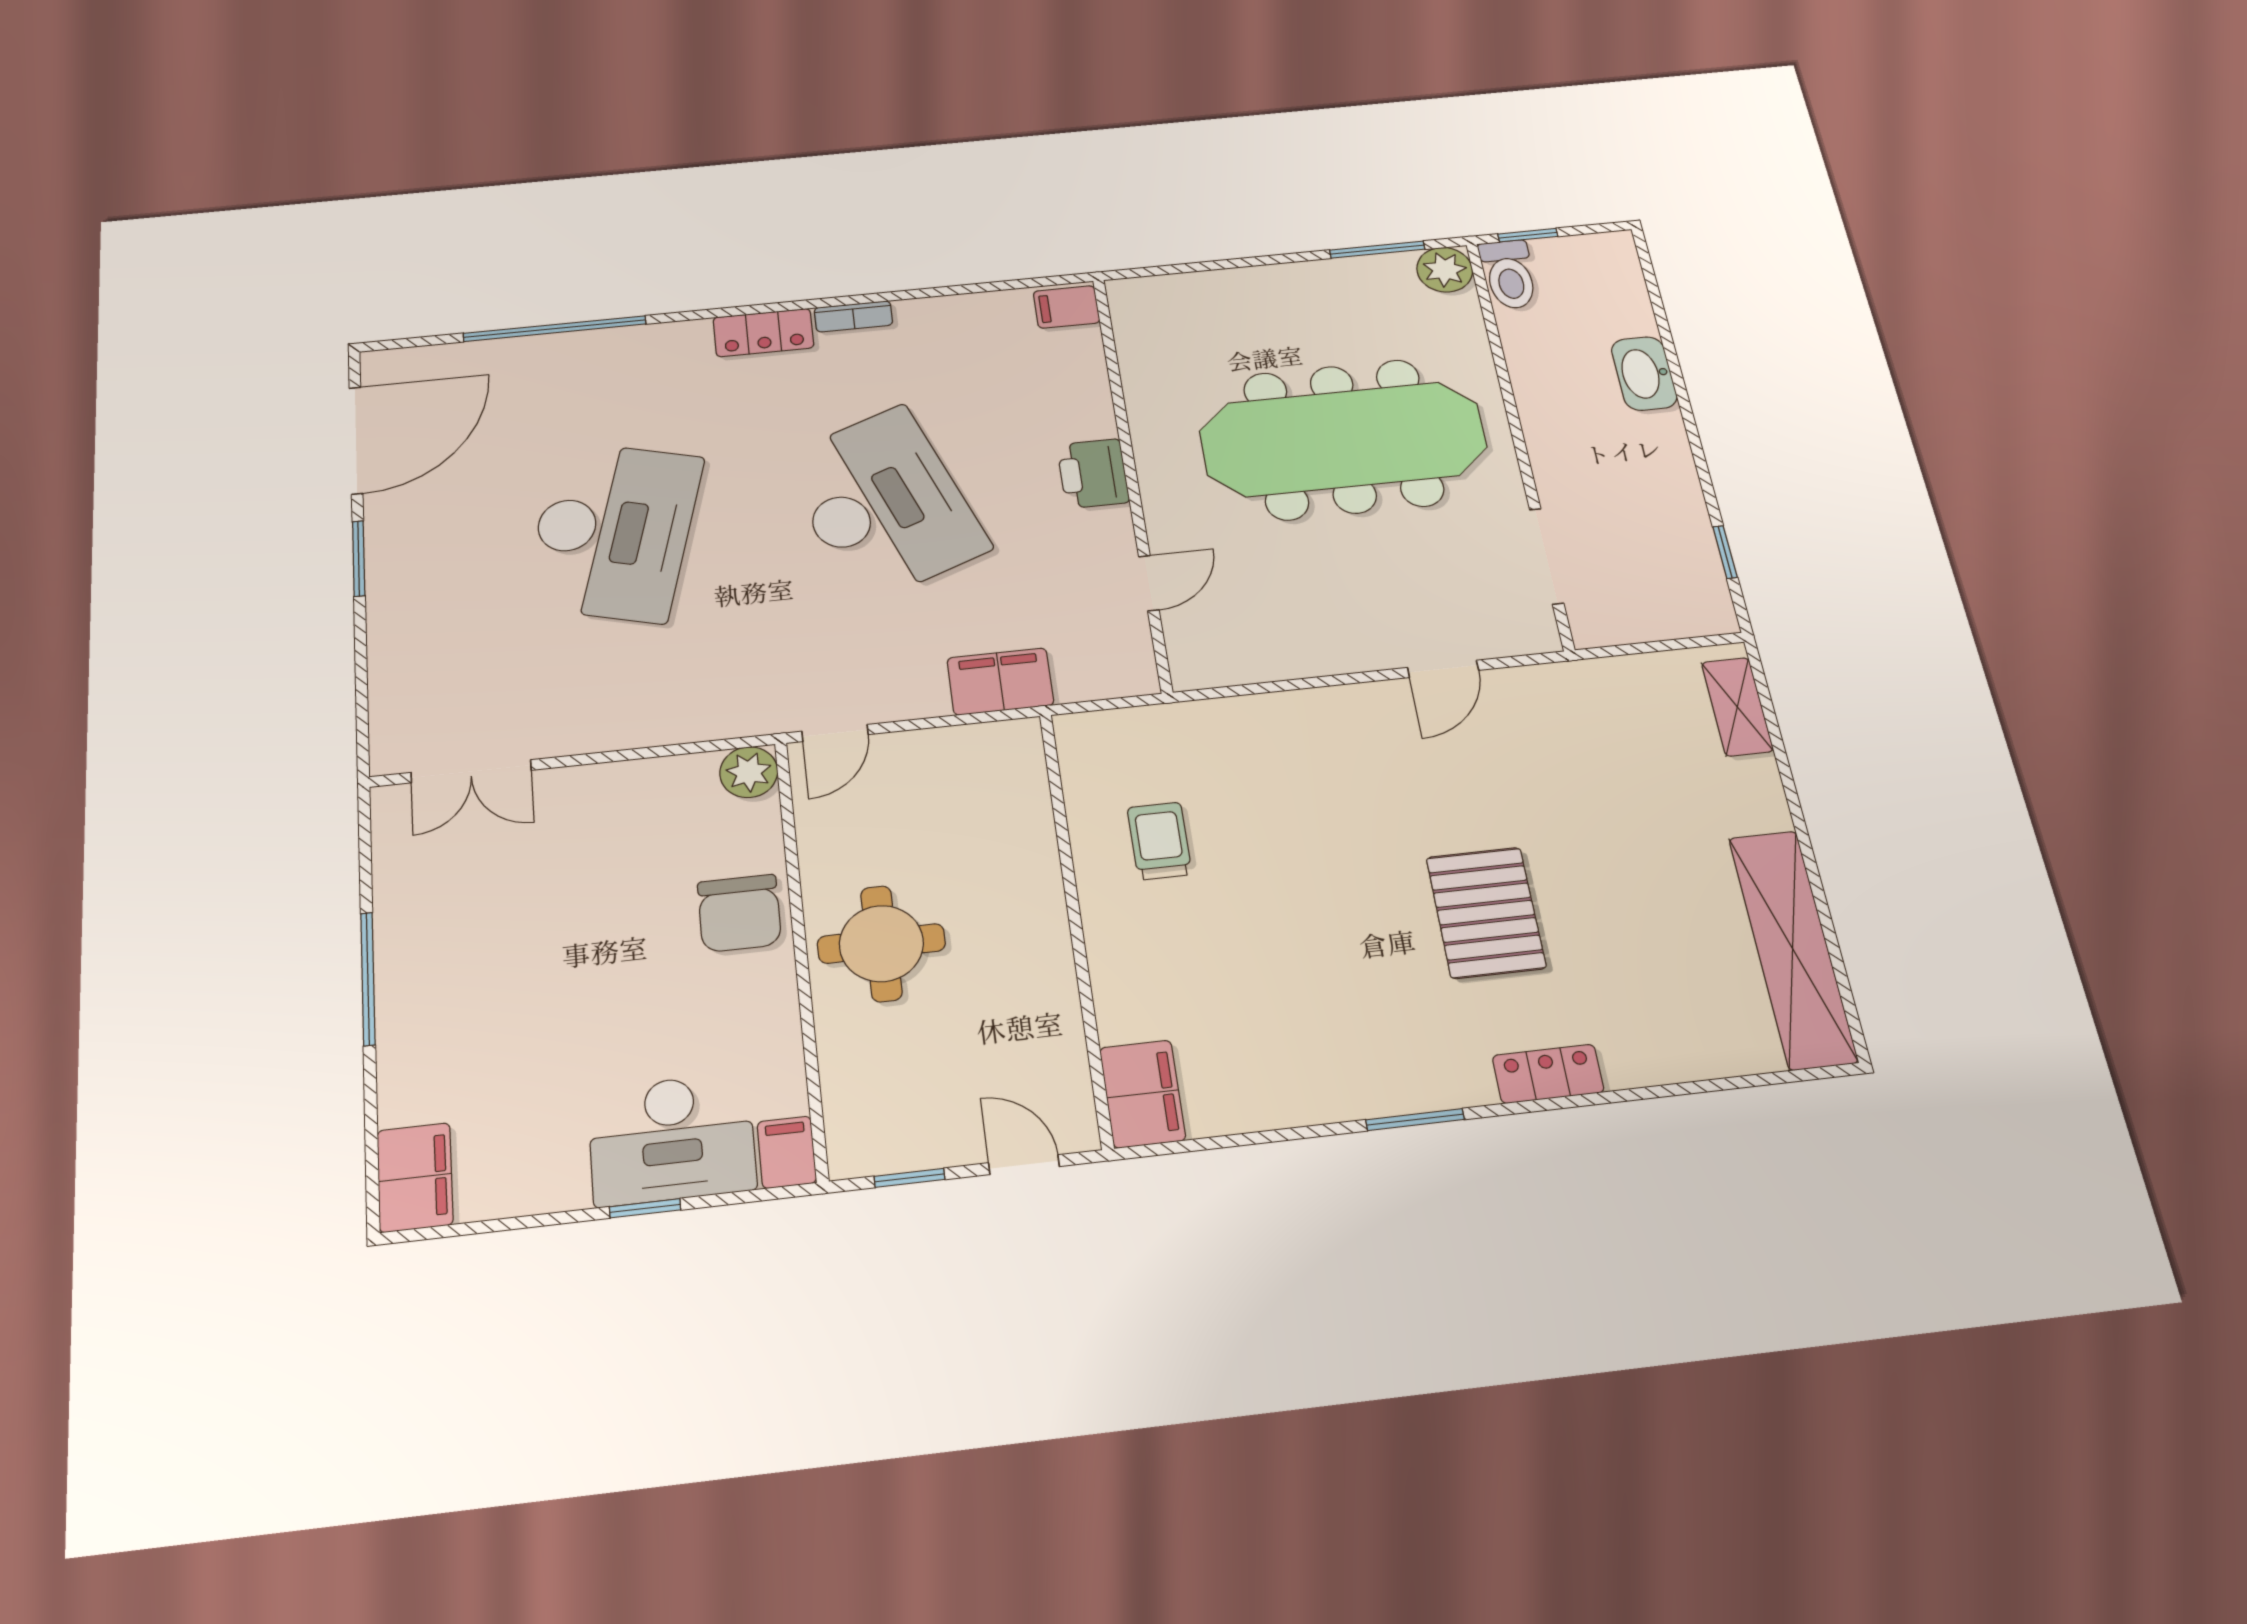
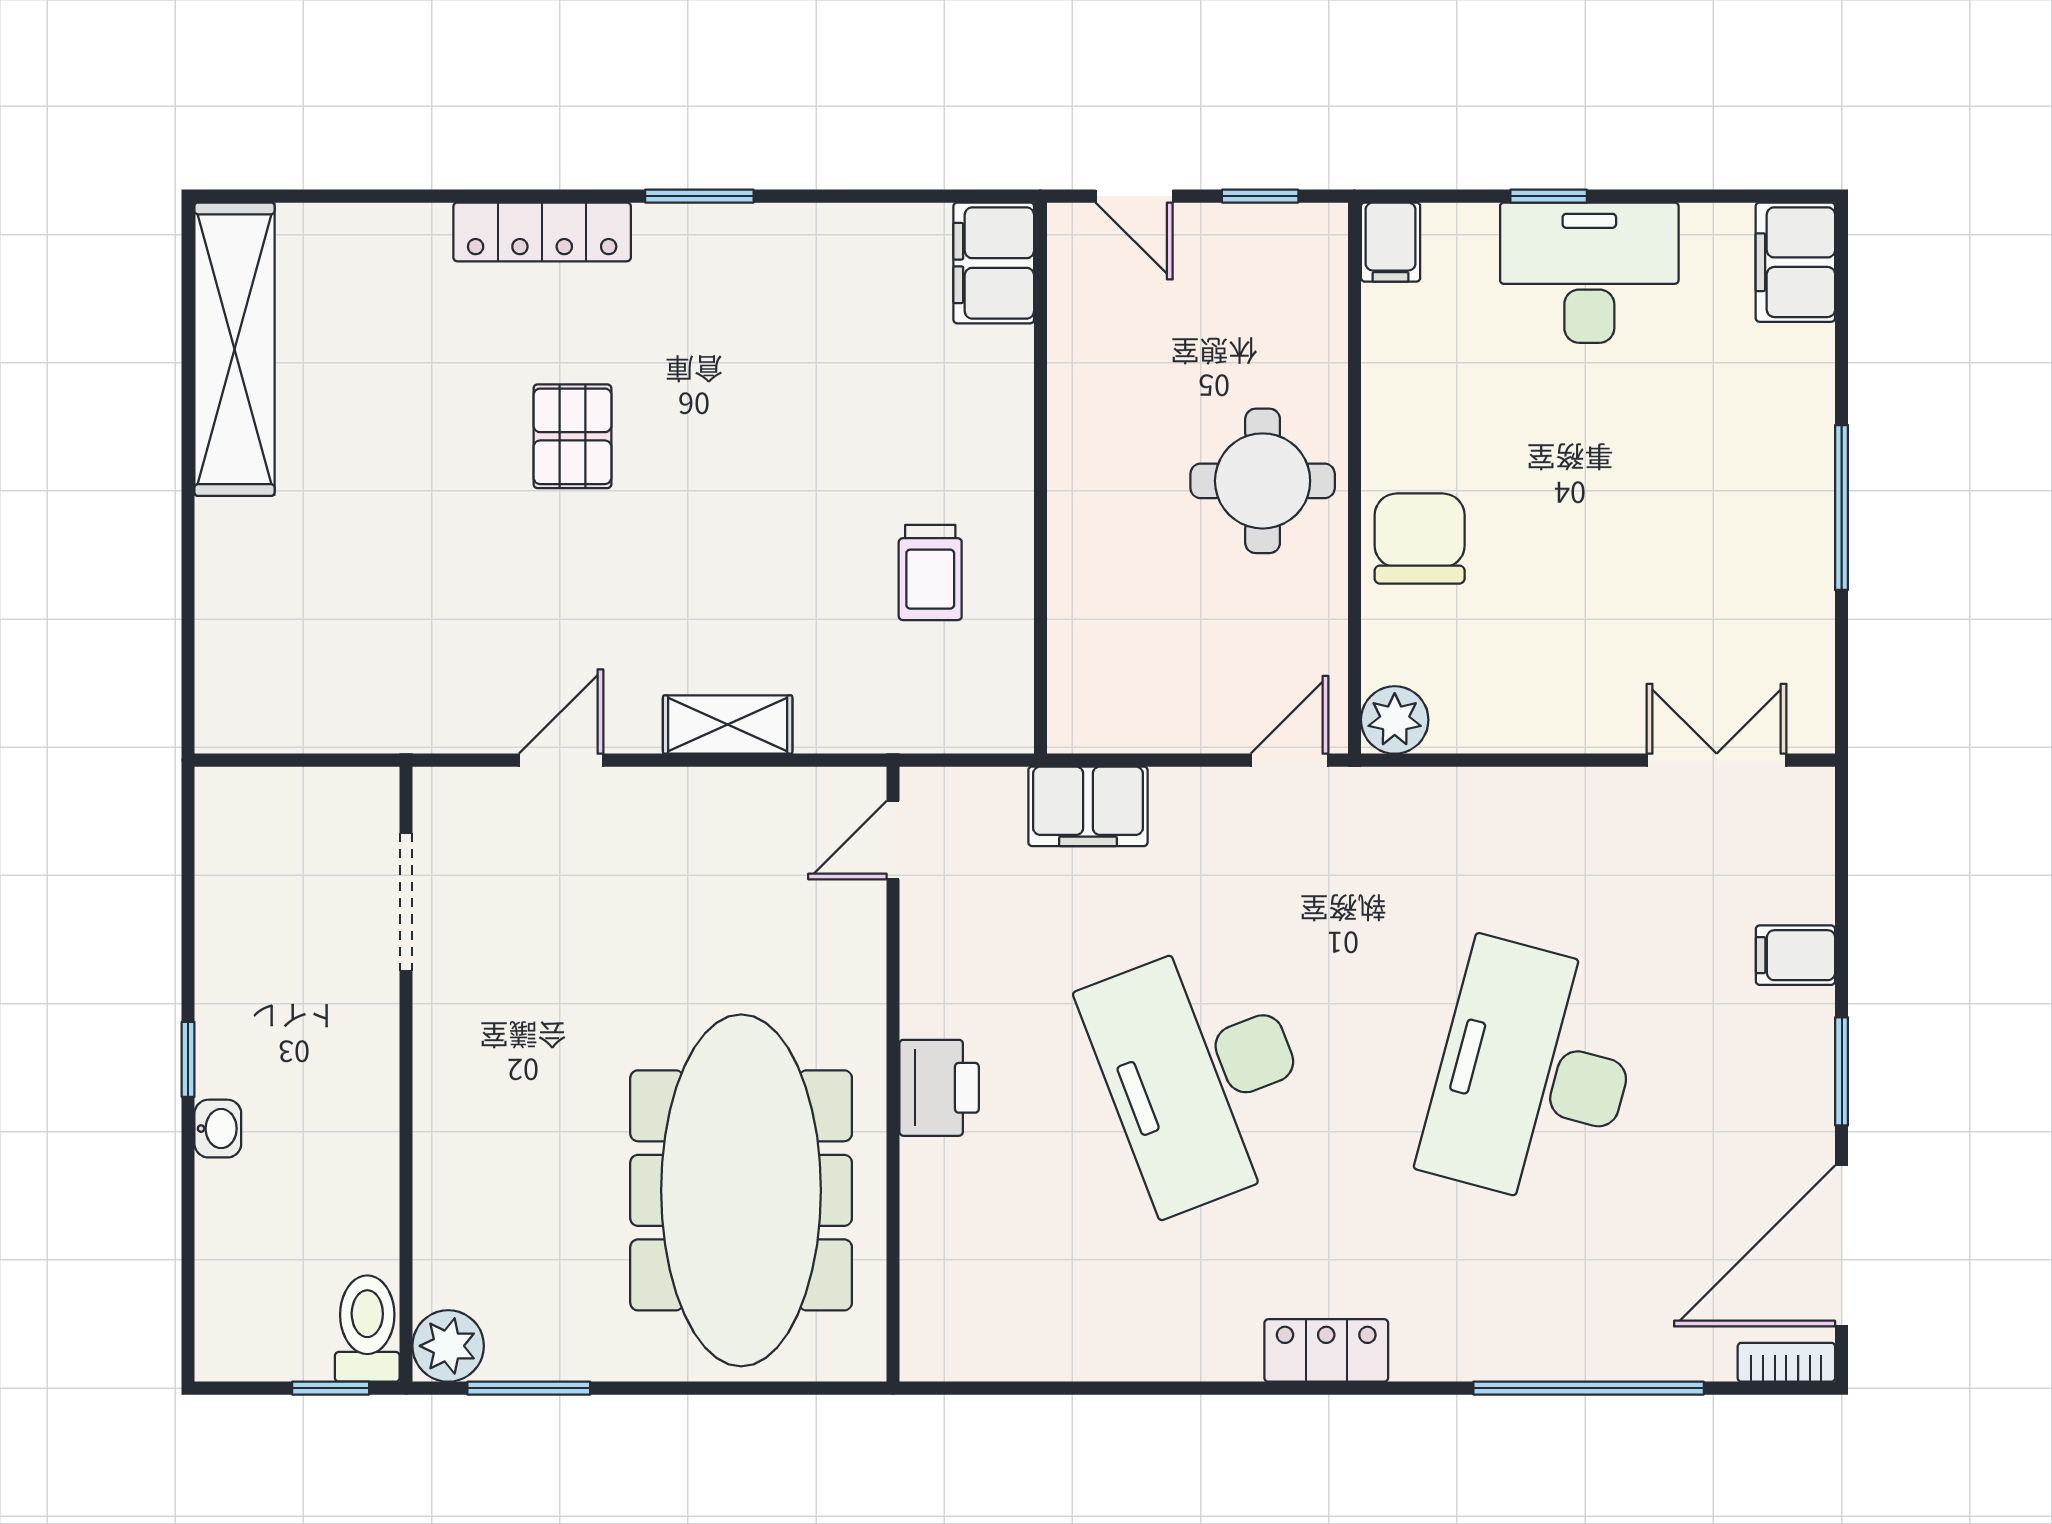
filing cabinet: (1067, 307) -> (1795, 955), moved, turned 180
bookcase: (853, 316) -> (1786, 1362), moved
washbasin: (1644, 373) -> (218, 1129), width x0.52, depth x0.69
meeting table: (1343, 439) -> (741, 1190), moved, turned 90
window: (1725, 552) -> (188, 1059), moved
door: (1149, 583) -> (893, 840), moved
shelving: (1737, 707) -> (728, 725), moved, turned 90
pallet: (1486, 913) -> (572, 436), width x0.67, depth x0.71
locker: (1548, 1074) -> (542, 232), width x1.53
desk: (672, 1139) -> (1589, 273), moved

